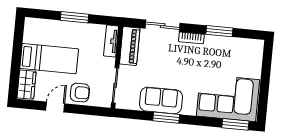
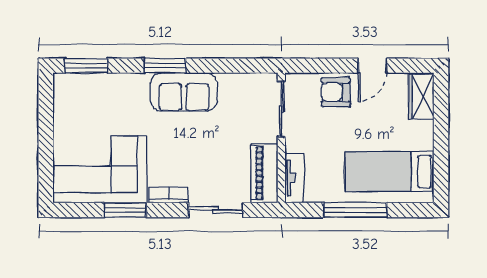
window: (75, 17) -> (356, 210), width x1.44
bed: (49, 59) -> (389, 172), moved
corner sofa: (228, 98) -> (100, 169), moved, turned 180
sofa: (161, 100) -> (184, 92), moved
window: (166, 118) -> (165, 66), moved

